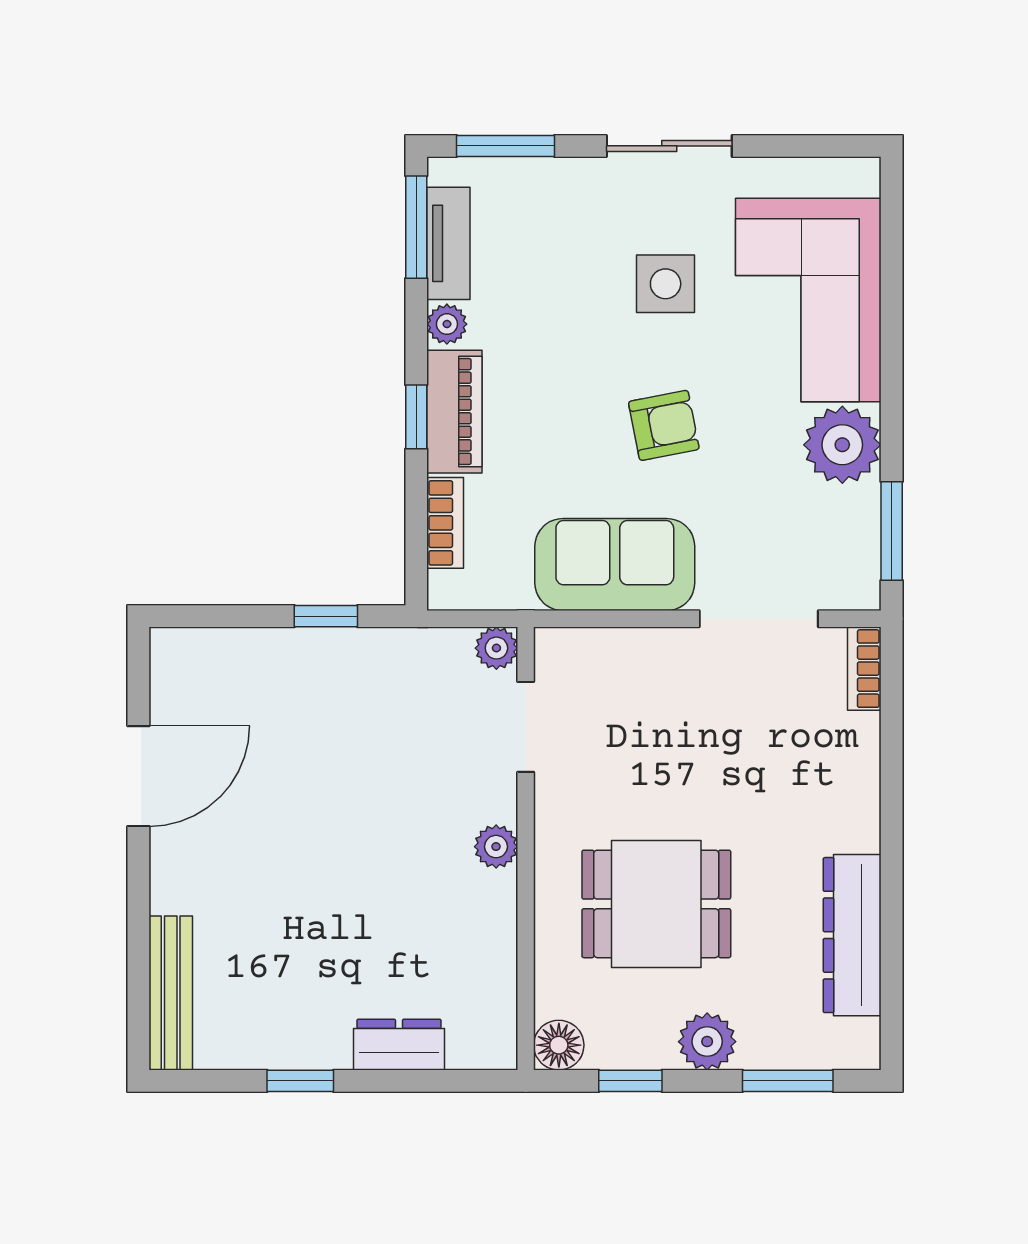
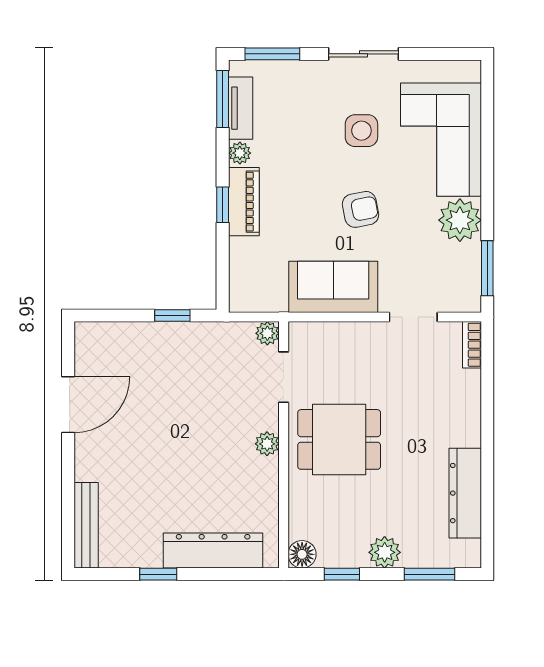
bookcase: (445, 523) -> (239, 264), removed
doorway: (759, 619) -> (413, 317), width x0.73
dining table: (656, 904) -> (339, 439), moved
dresser: (399, 1045) -> (213, 551), width x1.96, depth x1.24

